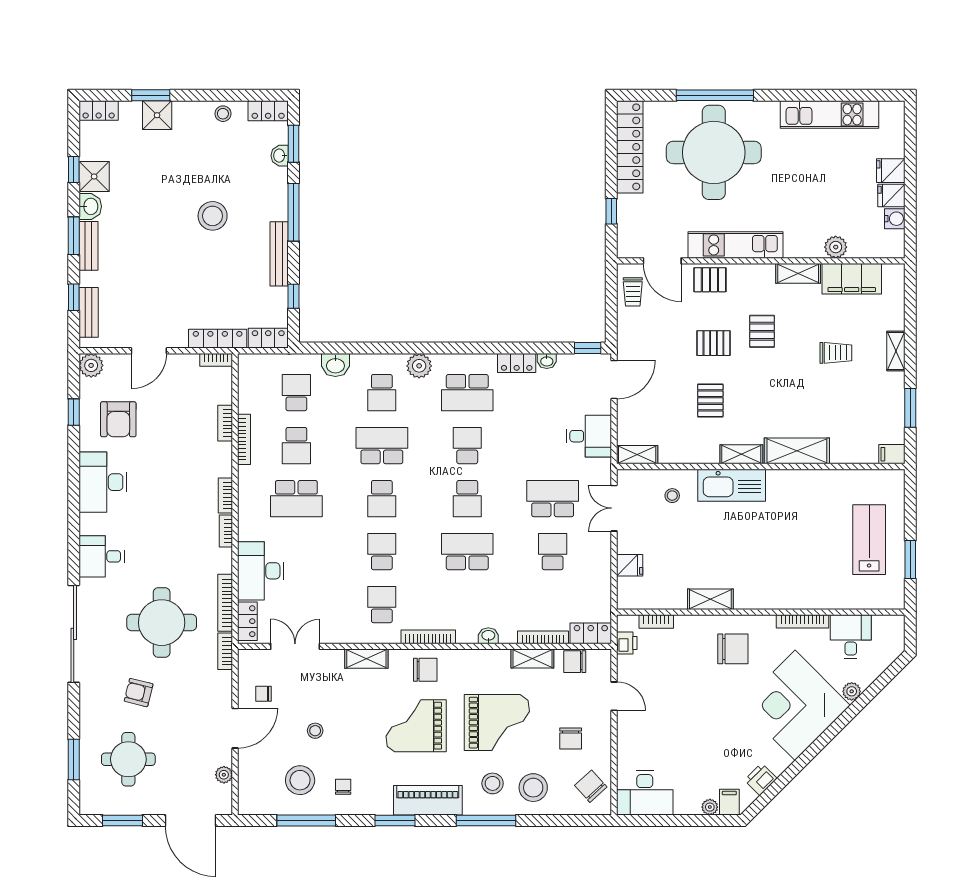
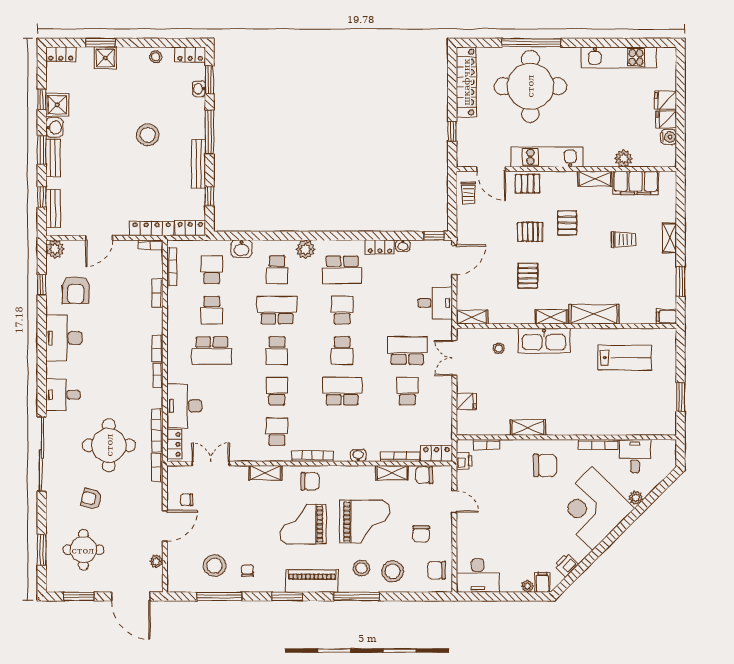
bookcase: (244, 439) -> (172, 267), moved
lab bench: (869, 540) -> (625, 358), moved, turned 90
stool: (315, 731) -> (226, 528), removed
chair: (591, 786) -> (437, 570), turned -48

